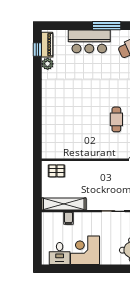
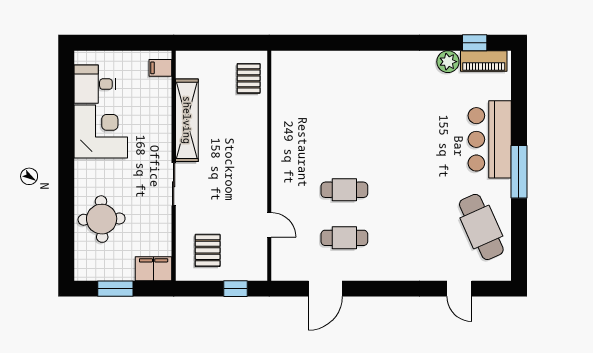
shelving: (64, 204) -> (187, 120), moved
filing cabinet: (68, 218) -> (160, 68), moved

